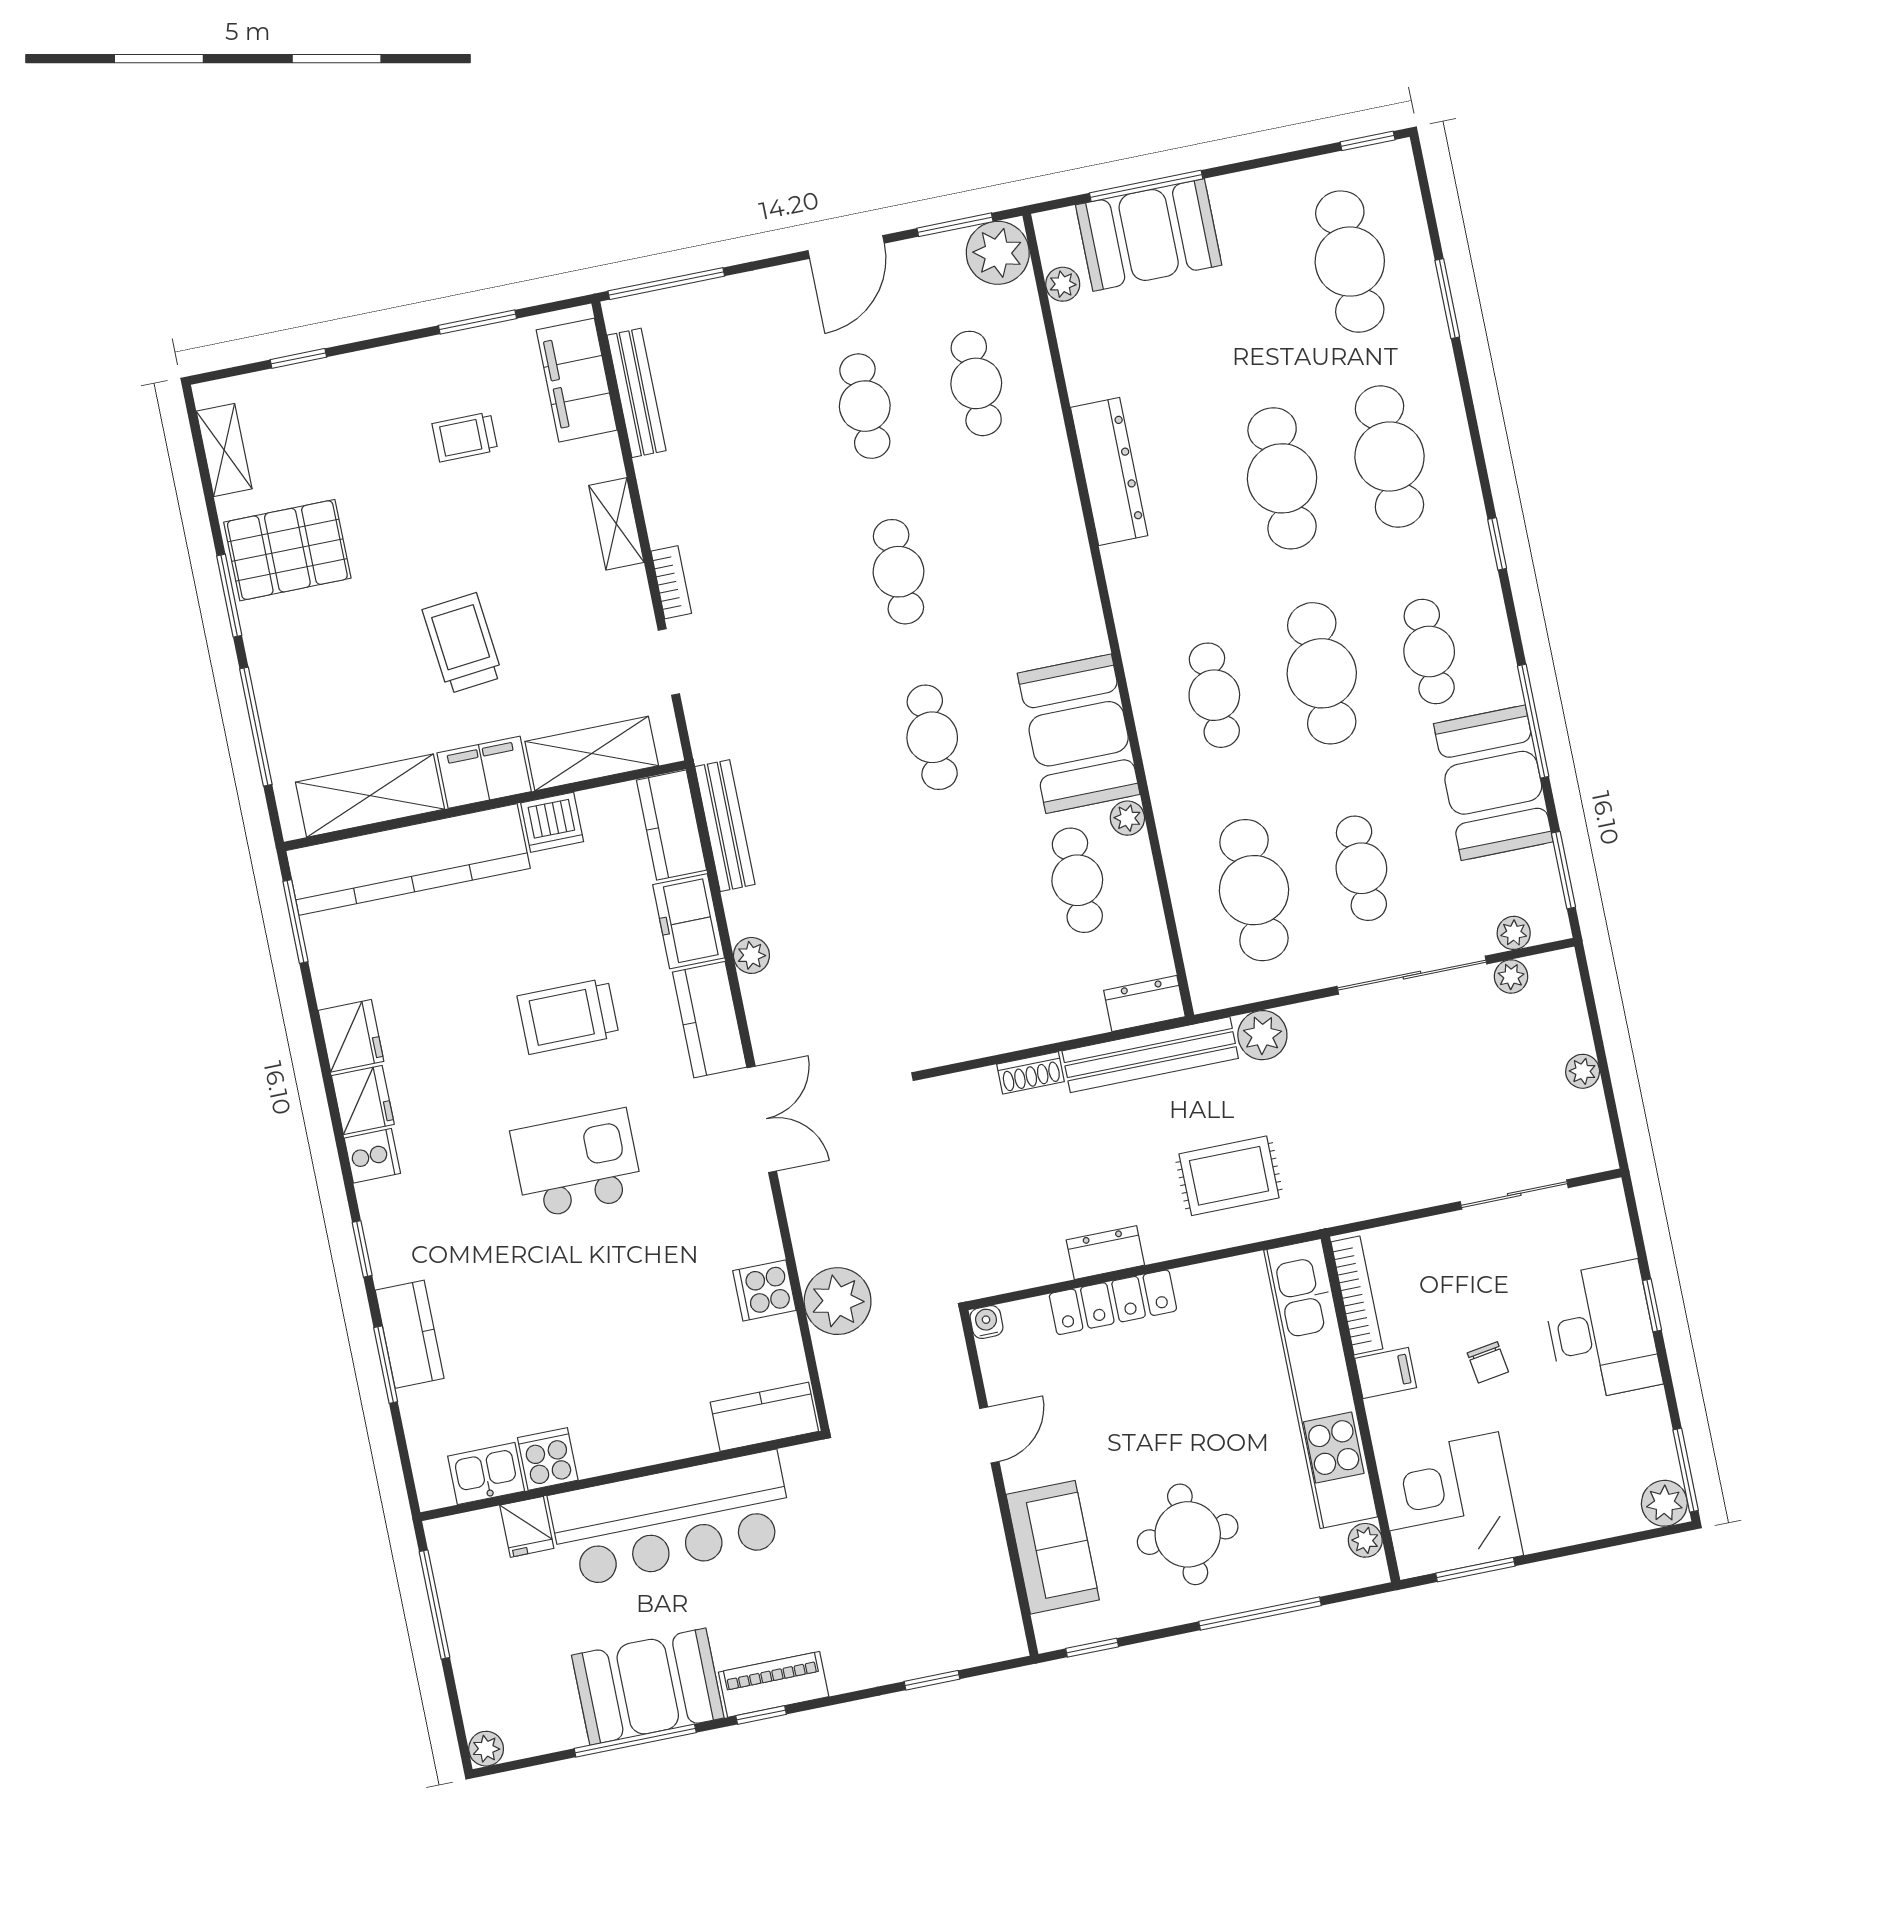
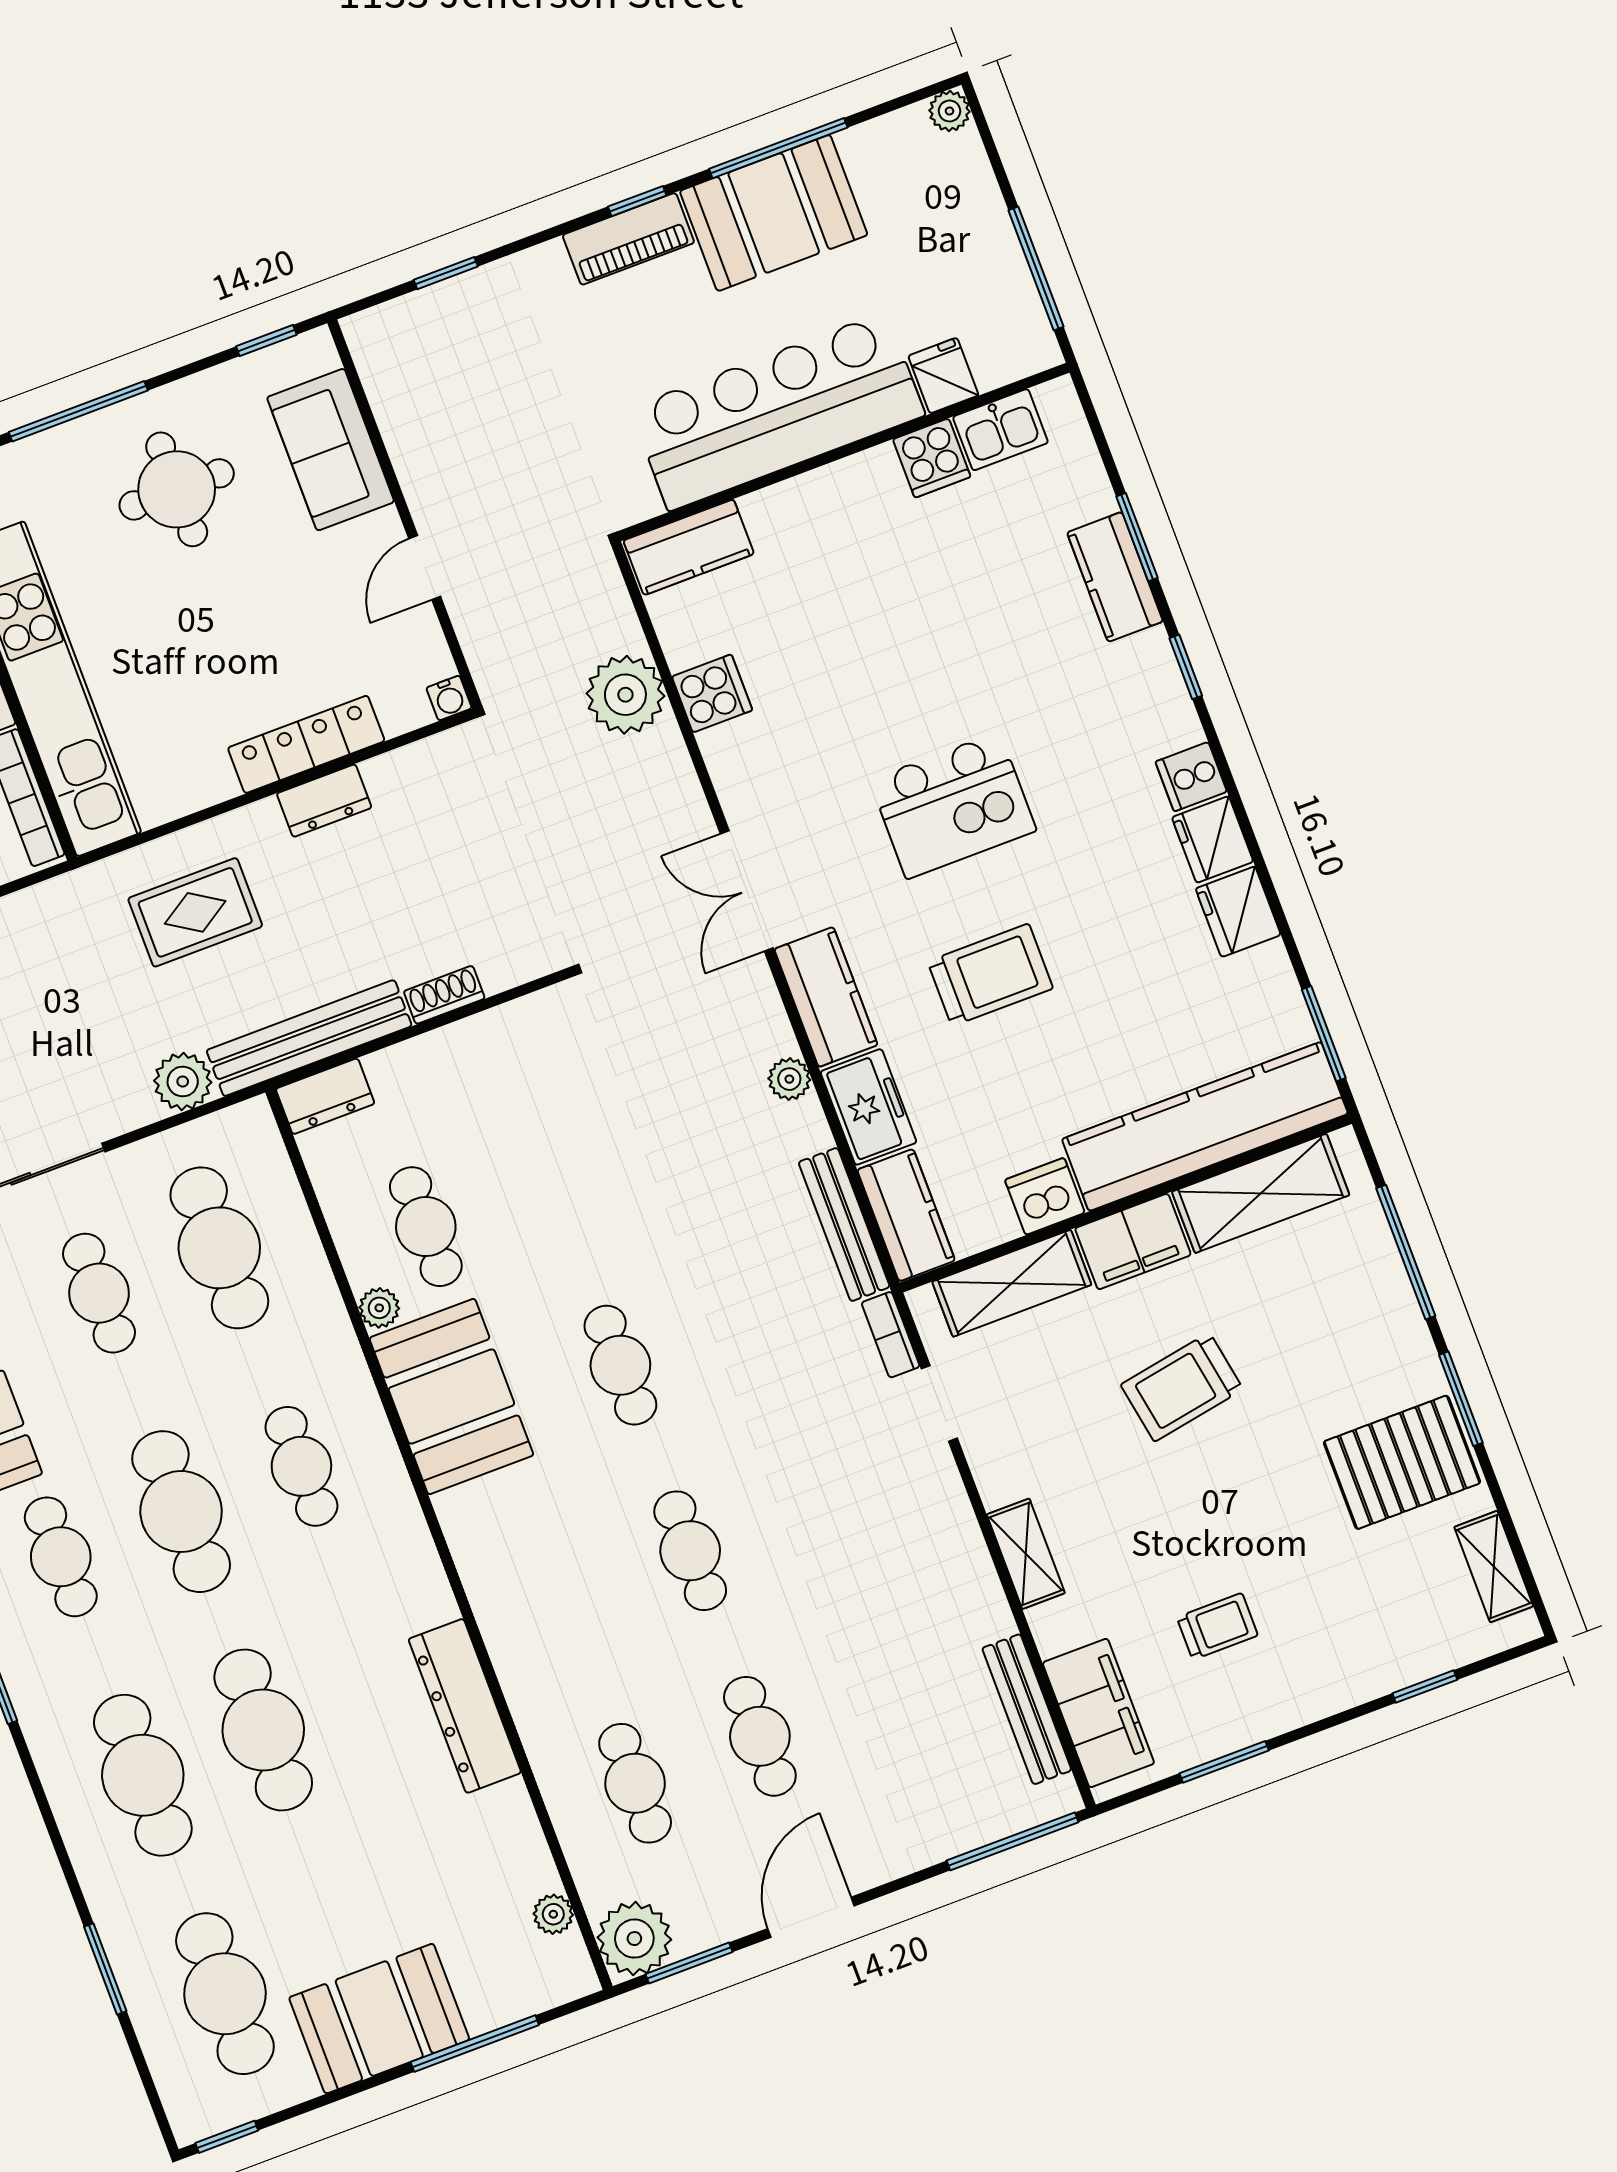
booth: (1149, 235) -> (379, 2019), moved
bookcase: (671, 582) -> (891, 1335), moved
trolley: (462, 643) -> (1182, 1387), turned 86

